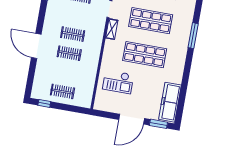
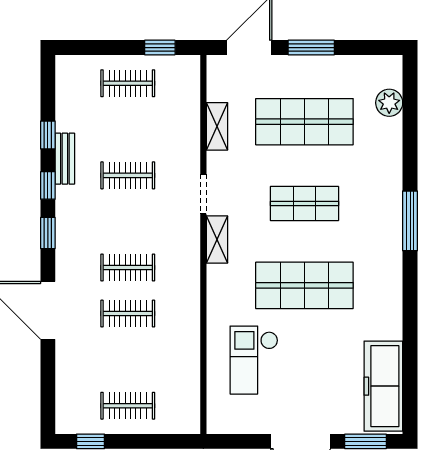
window: (42, 14) -> (48, 233), added
shop shelf: (151, 21) -> (304, 204), width x0.70, depth x0.74
checkout: (118, 82) -> (254, 360), turned 90

